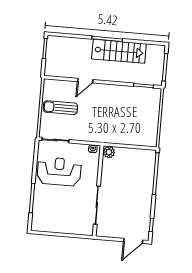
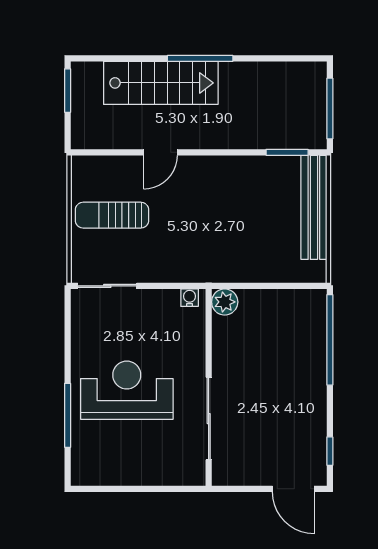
stairs: (119, 51) -> (161, 83), moved
bench: (154, 112) -> (314, 207), added
reception desk: (59, 172) -> (127, 390), moved
door: (133, 241) -> (293, 489), hinge flipped

